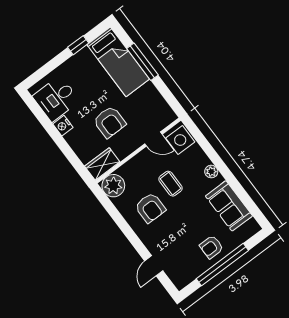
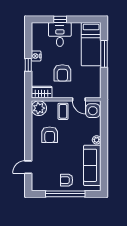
window: (78, 45) -> (60, 19), moved
desk: (56, 99) -> (60, 34), moved, turned 90
window: (61, 143) -> (28, 65), added
coffee table: (171, 184) -> (63, 111), moved
sofa: (229, 206) -> (92, 165), width x1.36

